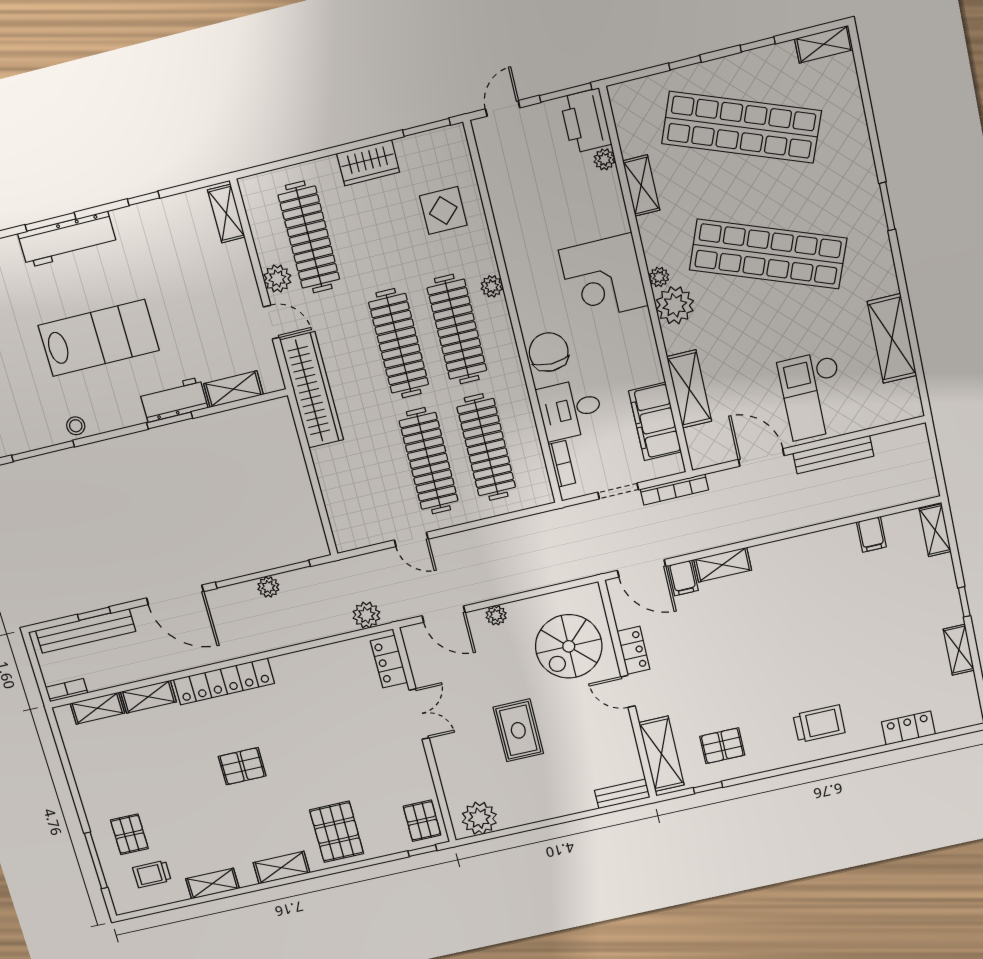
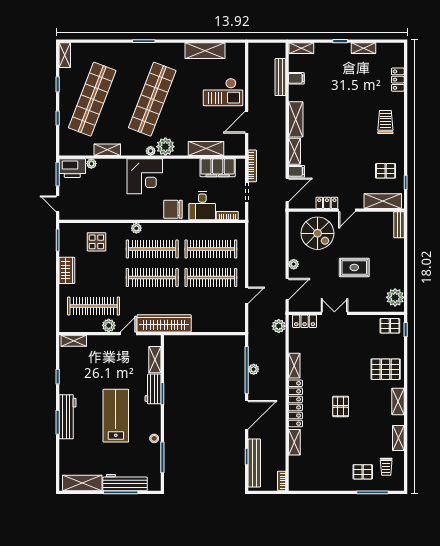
bench: (833, 455) -> (280, 77), moved
shelving: (788, 552) -> (296, 119), added
shelving: (97, 708) -> (294, 366), moved
pallet: (722, 746) -> (386, 171), turned 90

